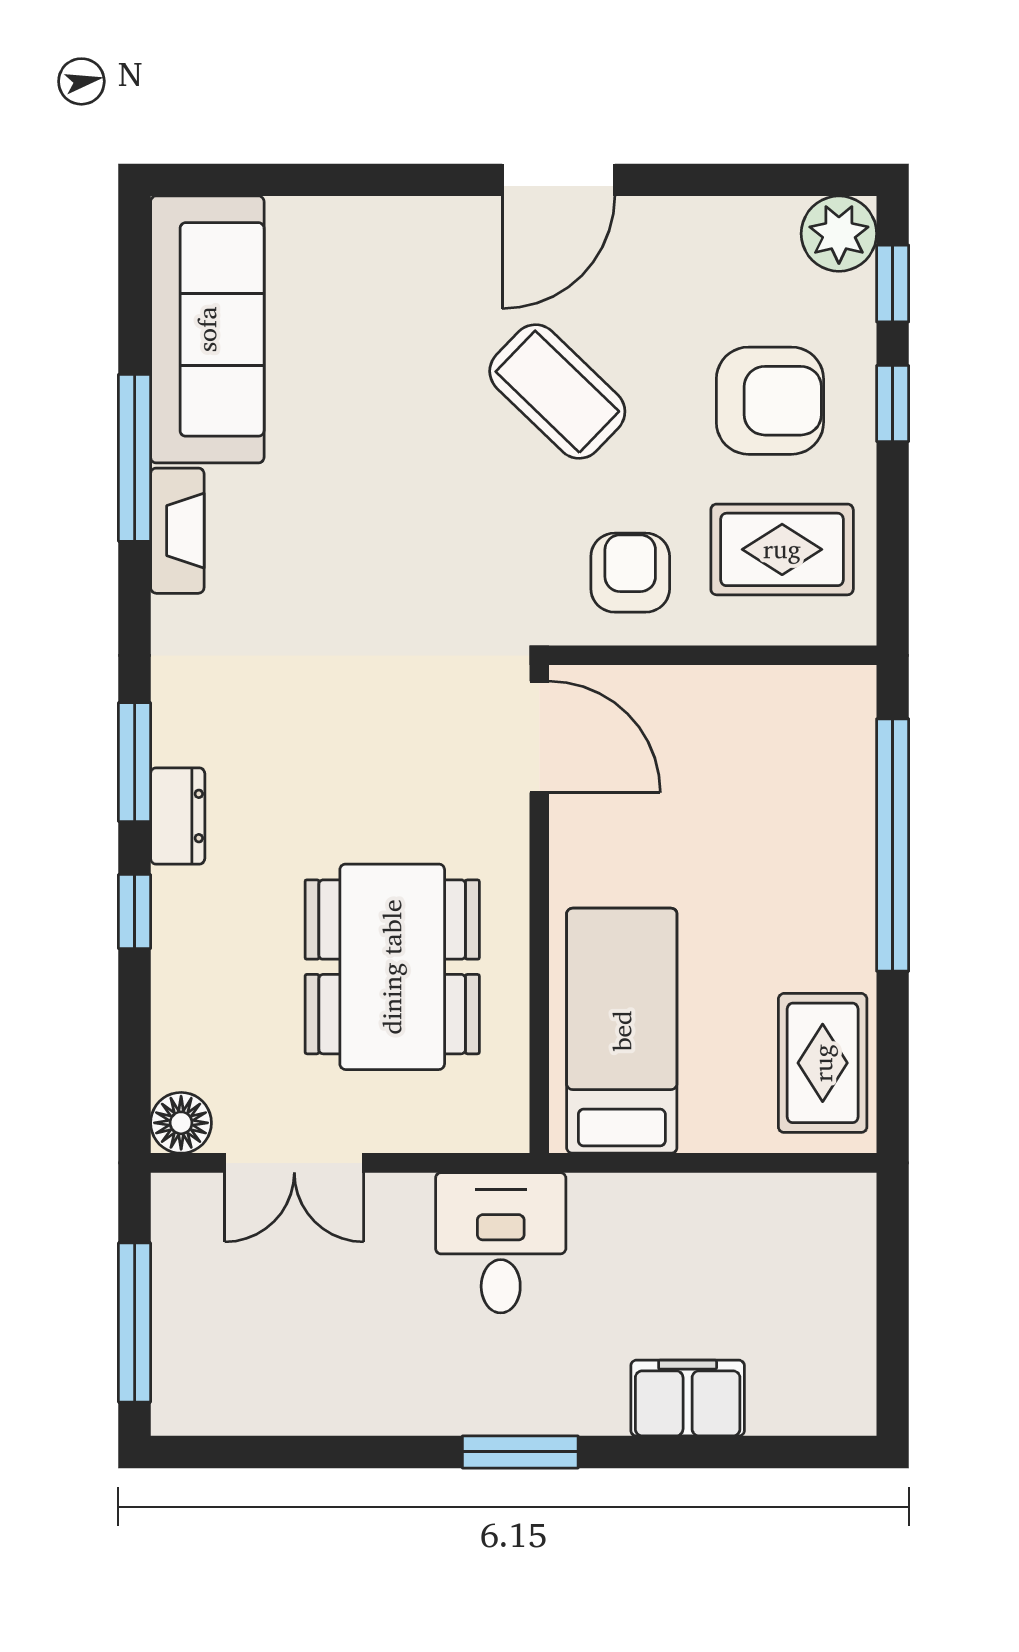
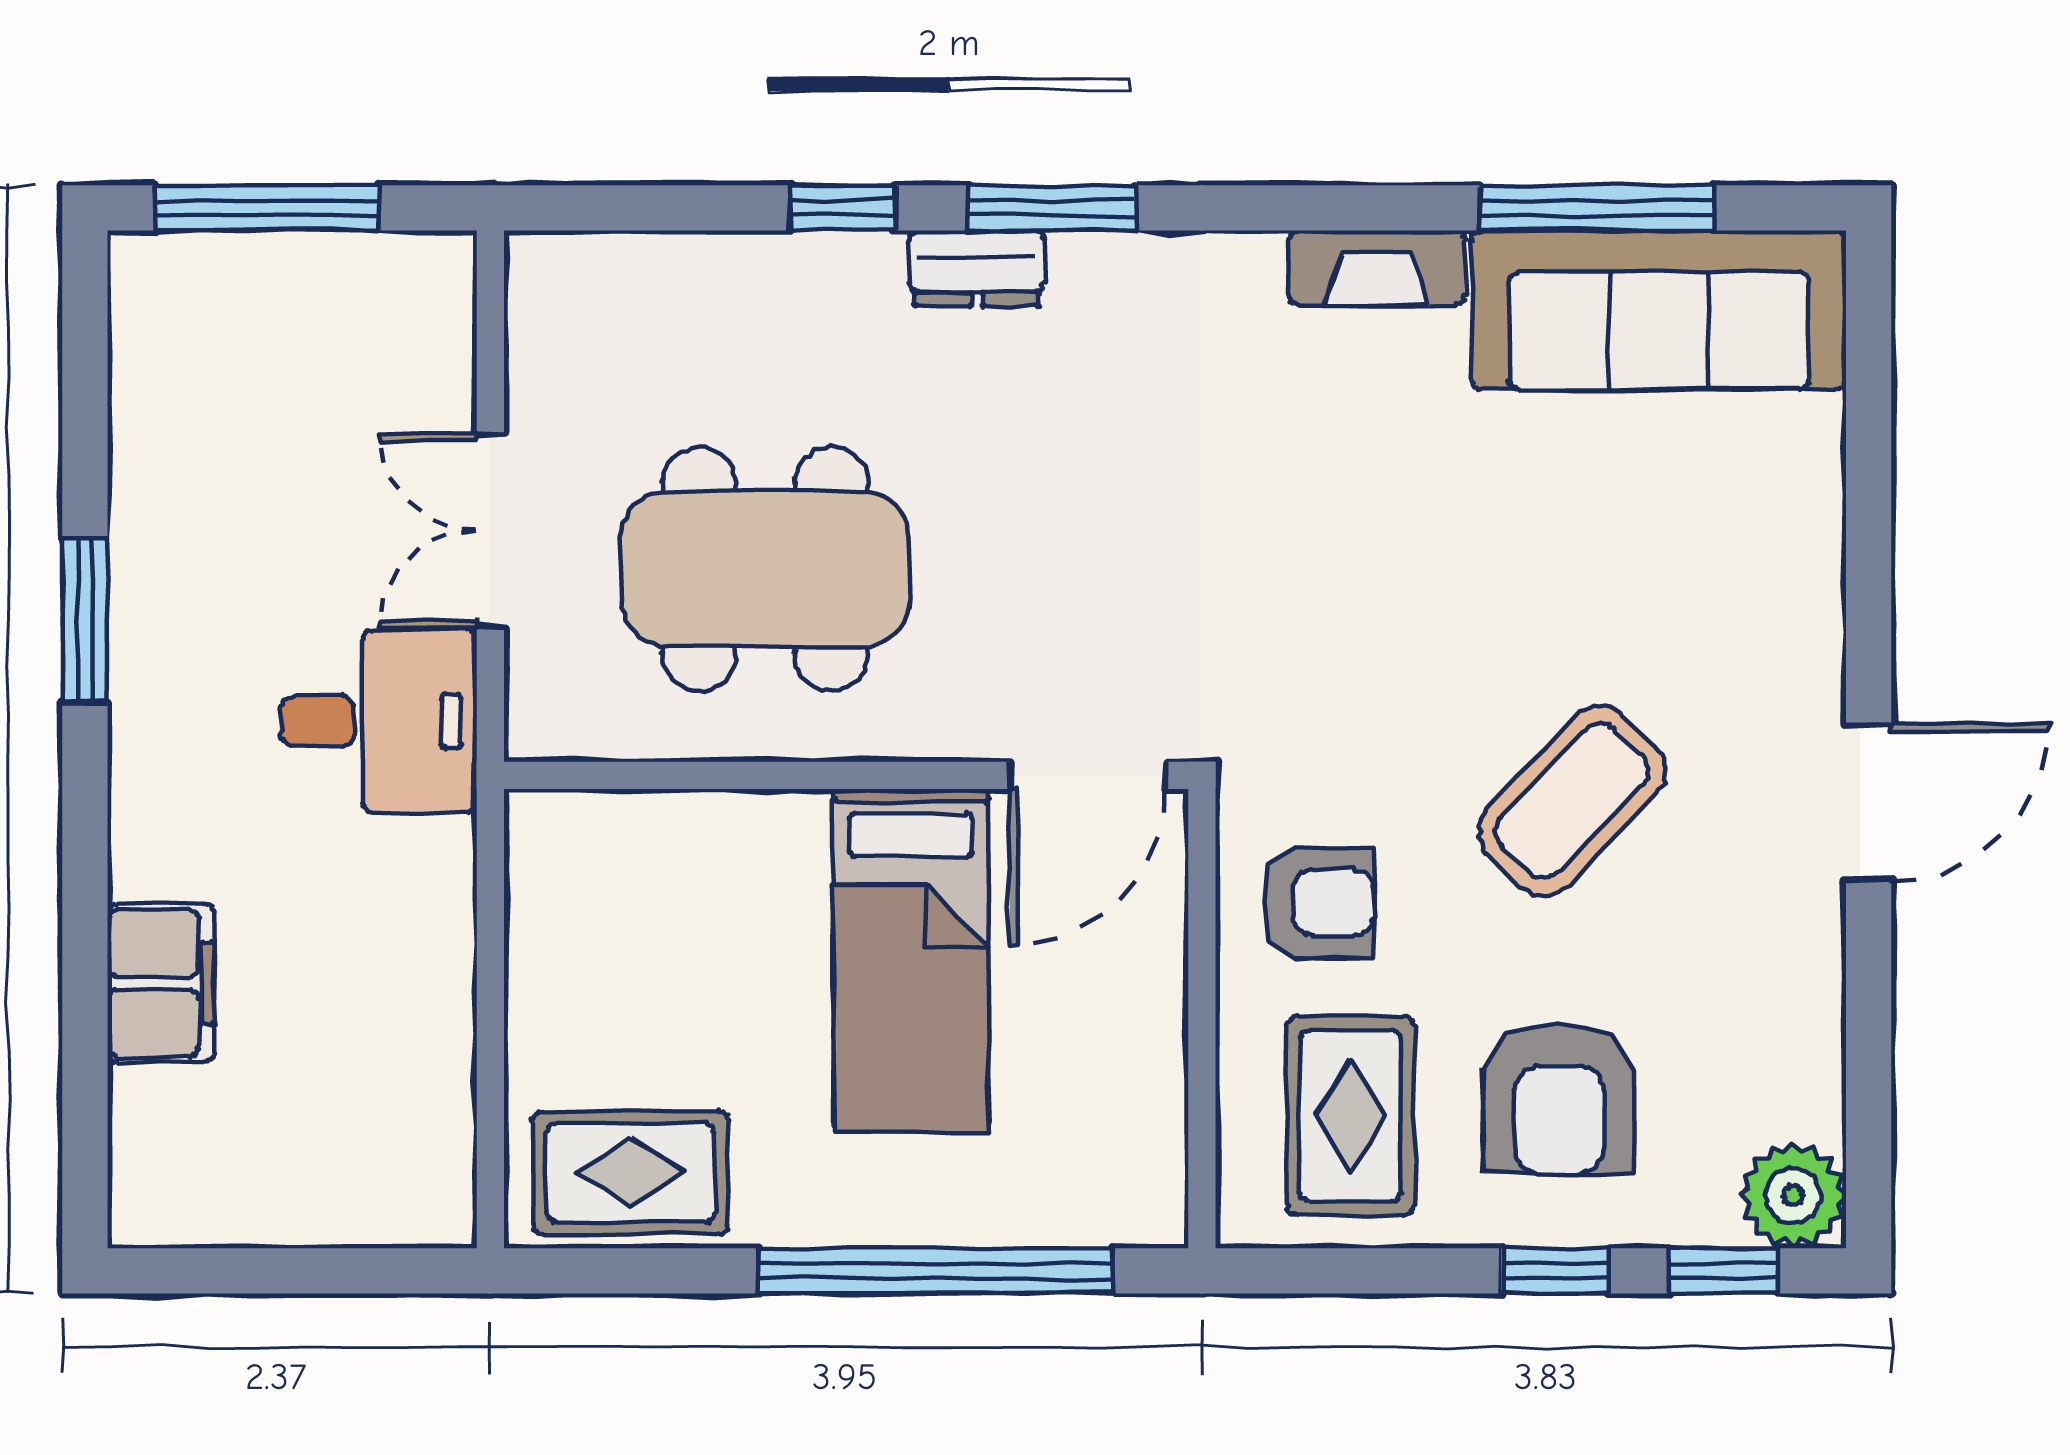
door: (558, 180) -> (1869, 802), swing flipped
window: (135, 458) -> (1597, 208), moved
bed: (622, 1031) -> (911, 961), moved, turned 90
floor lamp: (181, 1123) -> (546, 273), removed
double door: (294, 1163) -> (490, 530), moved
window: (520, 1452) -> (85, 621), moved

